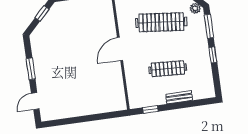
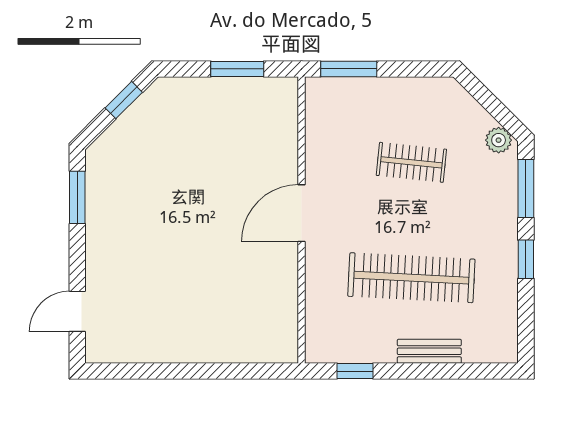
clothes rail: (161, 22) -> (411, 162), width x0.54, depth x0.76
window: (31, 69) -> (77, 197), moved
clothes rail: (168, 69) -> (411, 278), width x1.37, depth x1.31

